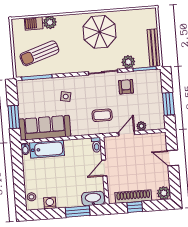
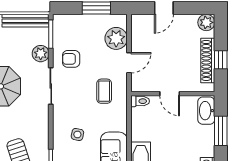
plant: (141, 126) -> (116, 38), width x1.88, depth x1.88
door: (127, 134) -> (129, 63), swing flipped

